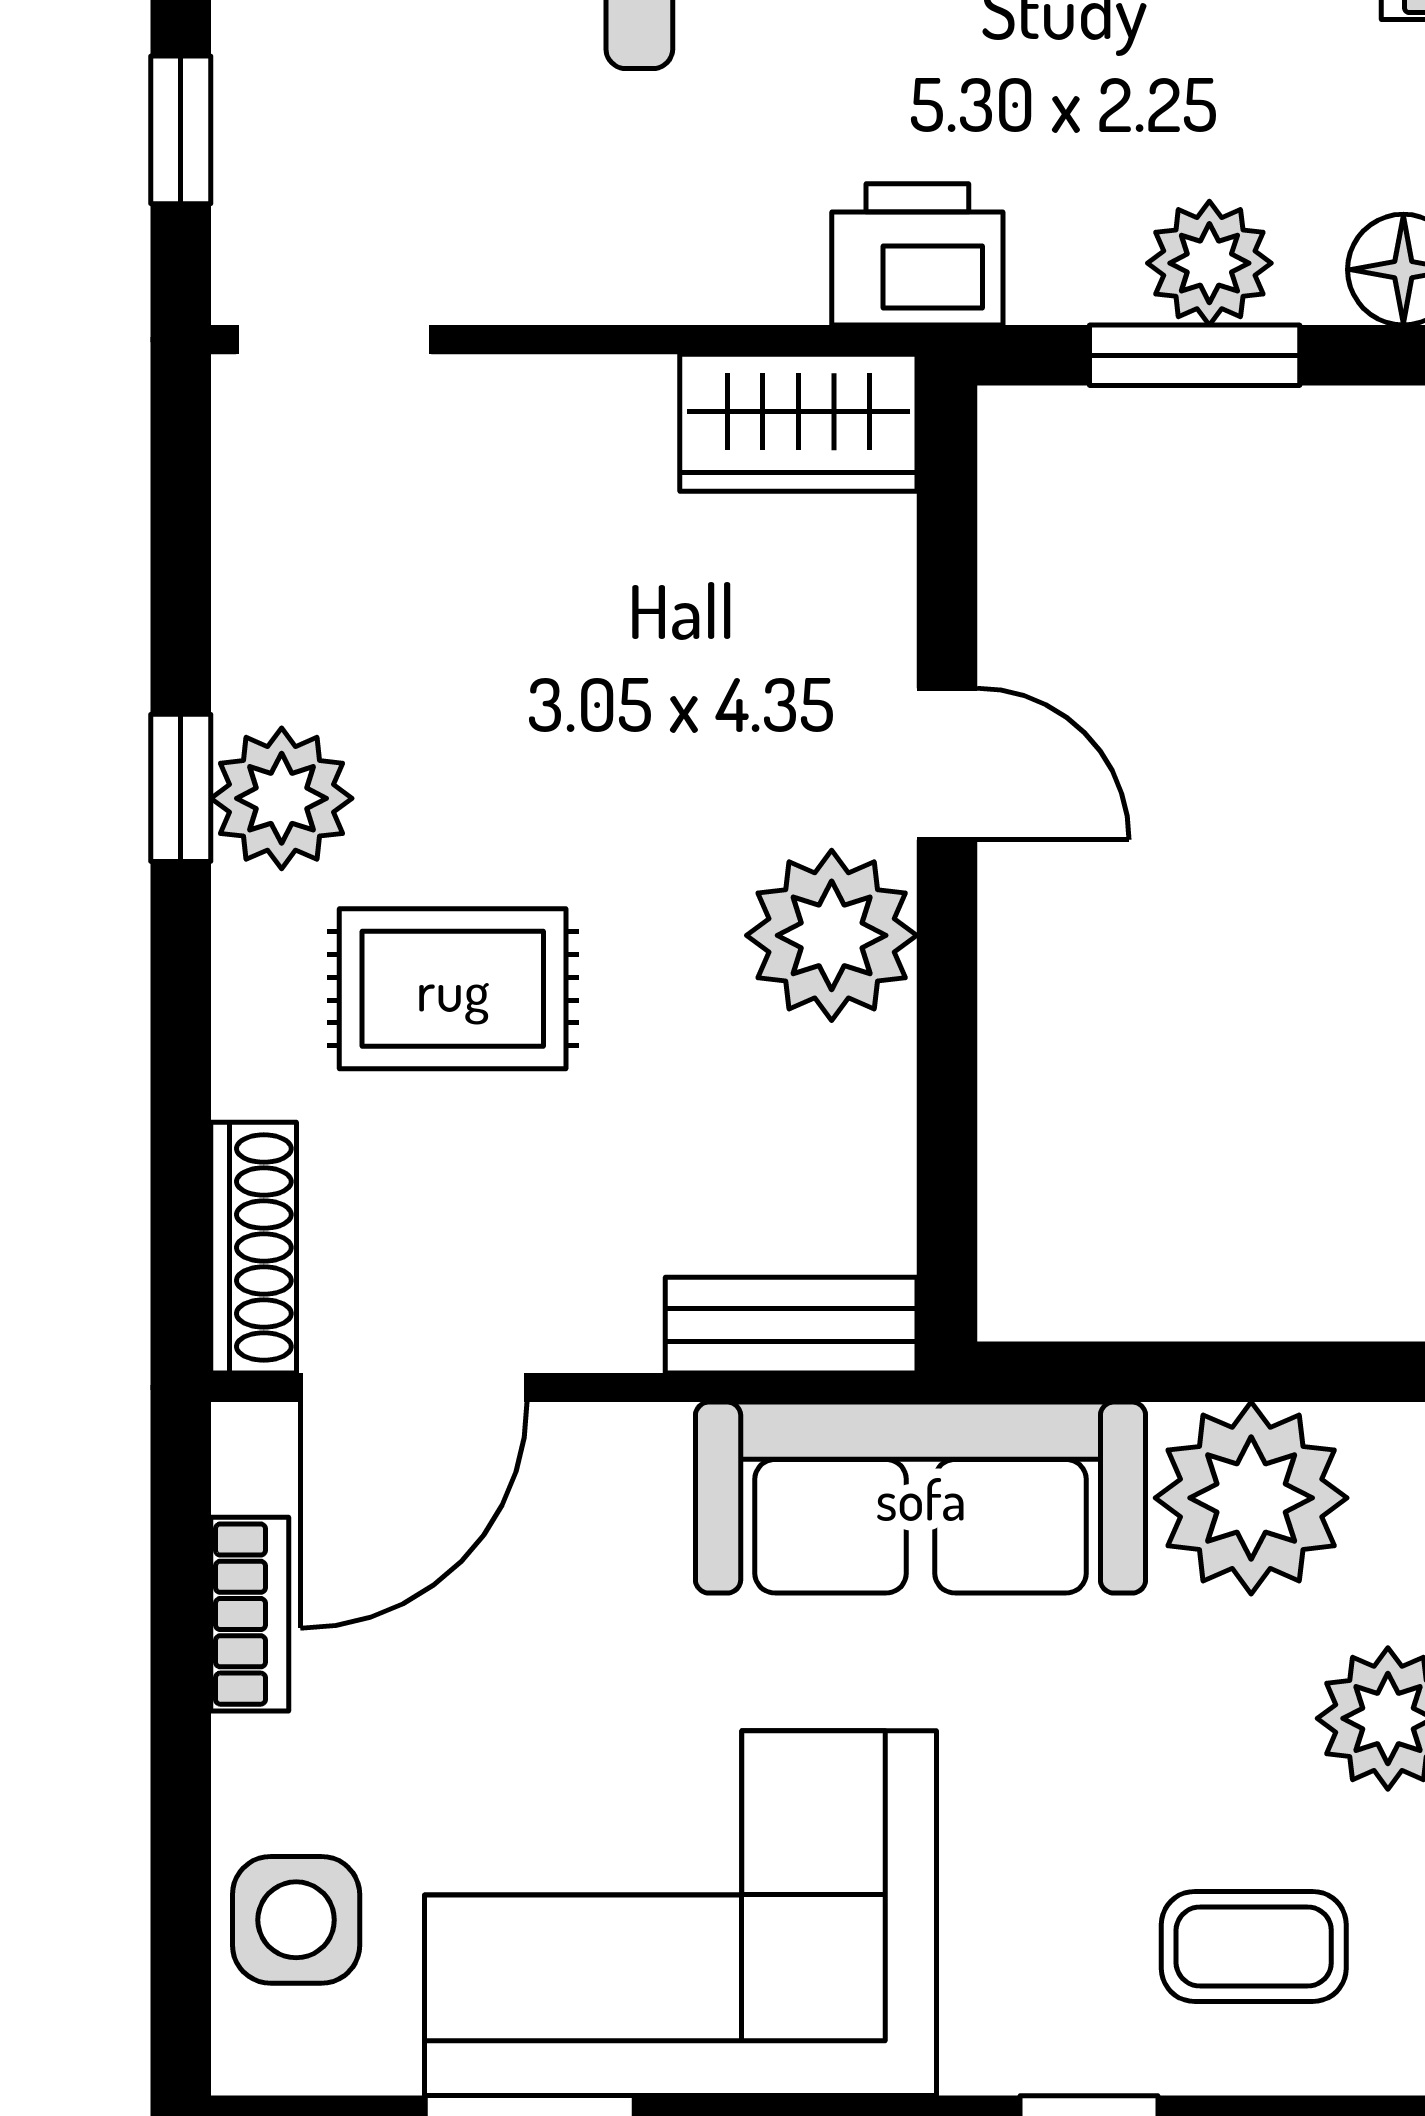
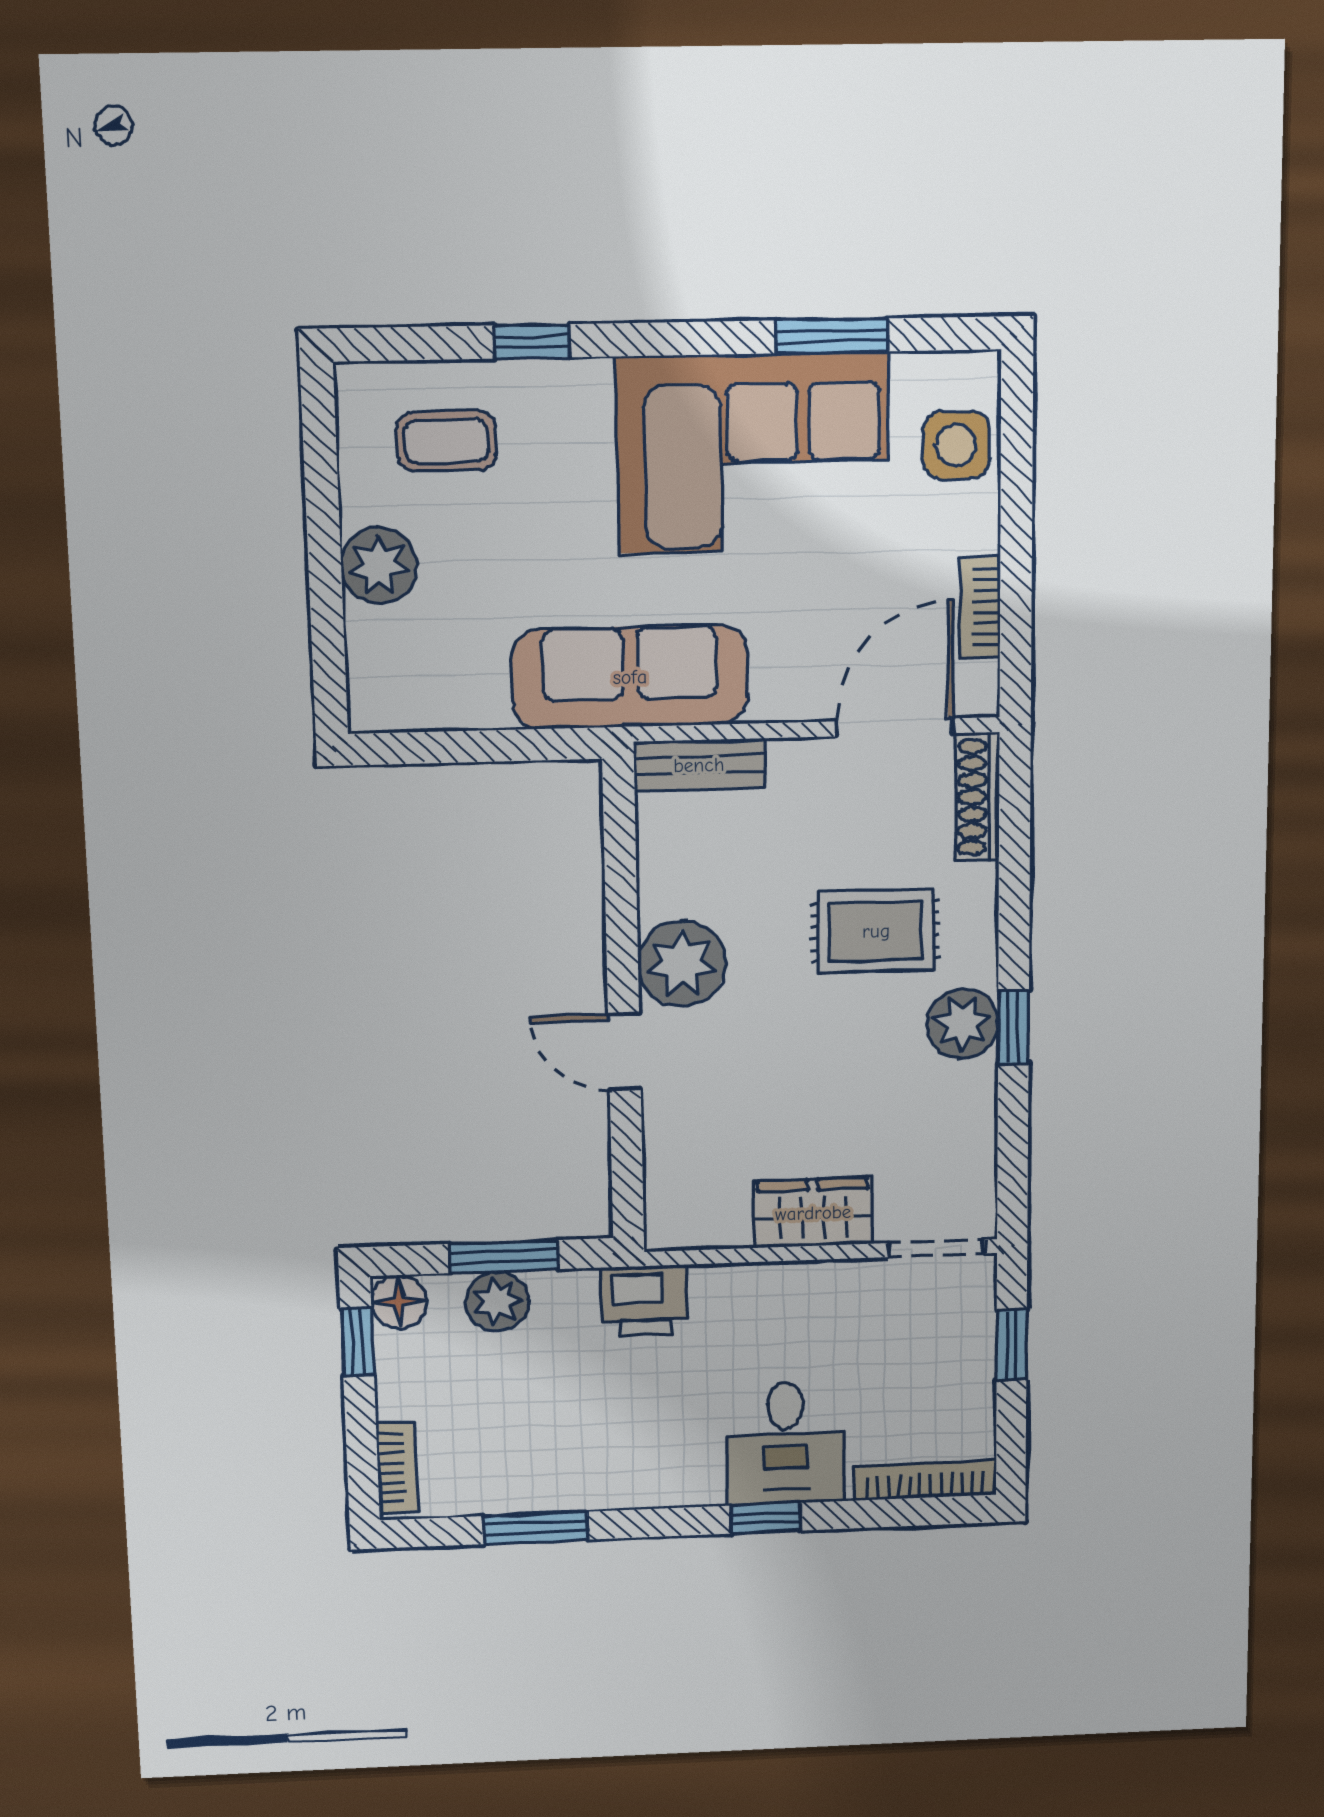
wardrobe: (798, 423) -> (813, 1213), moved
plant: (1251, 1498) -> (456, 681), removed

